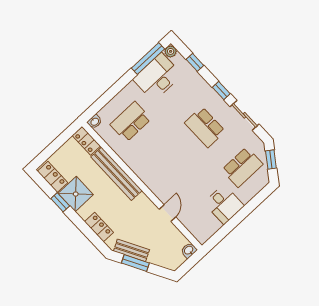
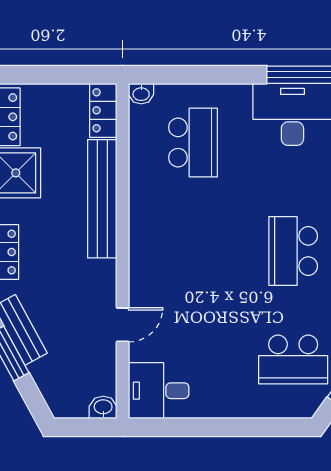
school desk: (131, 122) -> (193, 143), turned 90
desk: (224, 204) -> (159, 391), moved, turned 90

